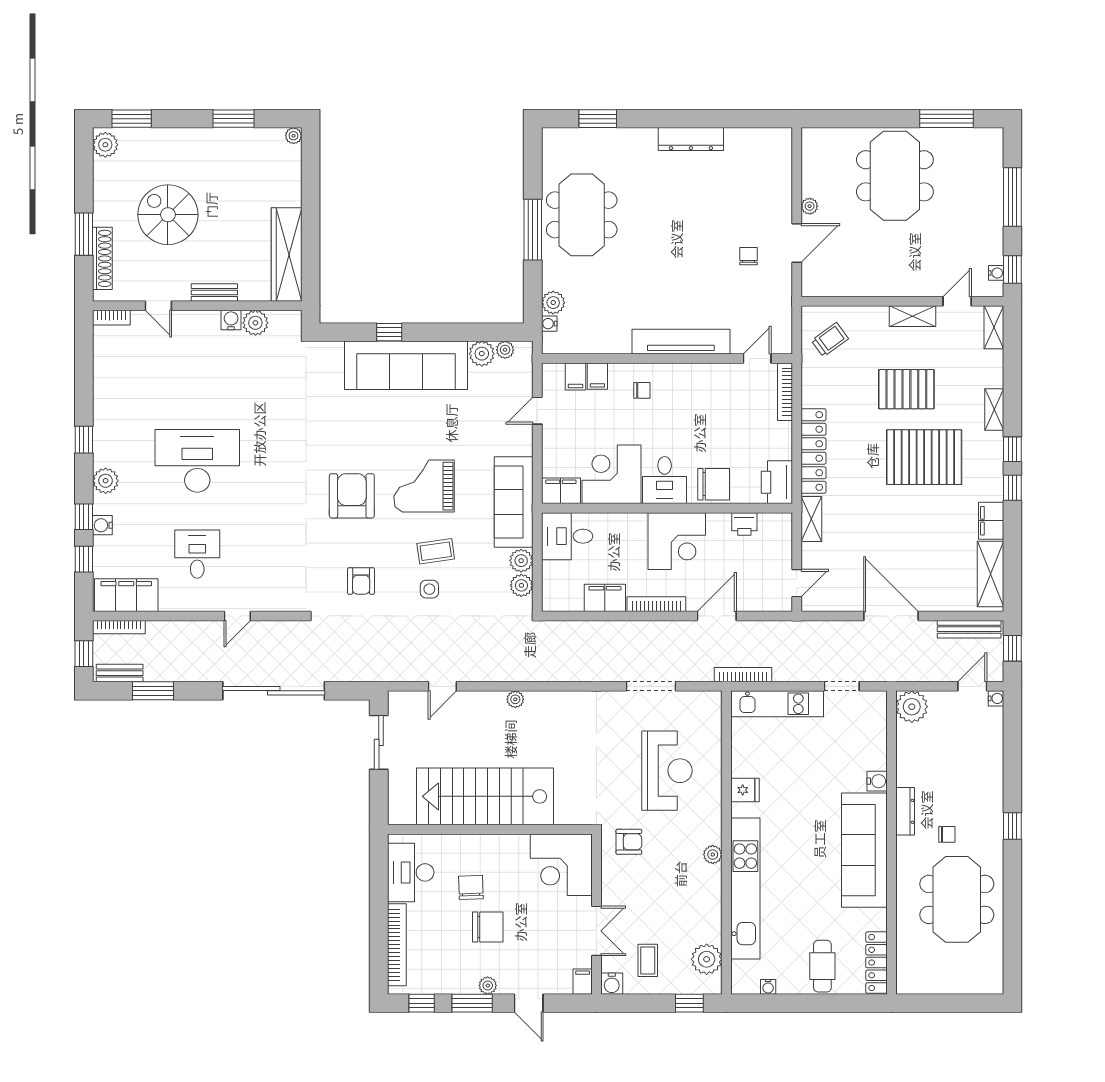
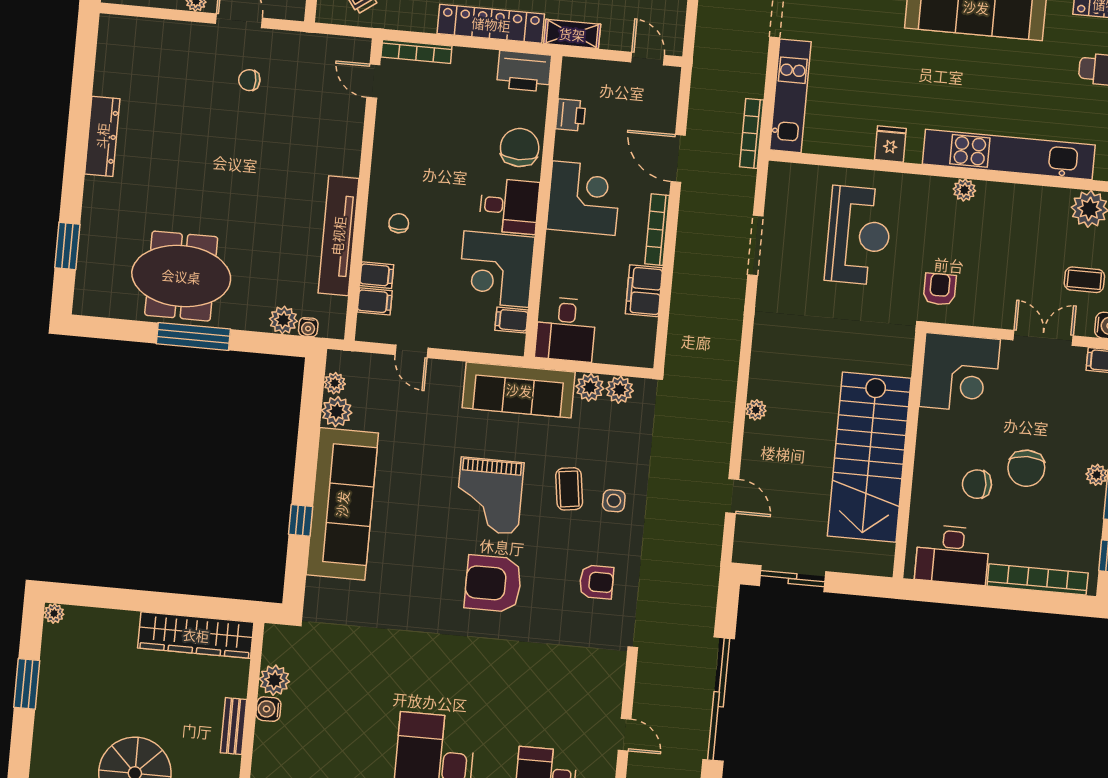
tv unit: (681, 342) -> (338, 236), moved
filing cabinet: (561, 491) -> (511, 320), width x0.50
reception desk: (667, 771) -> (859, 235), turned 90
chair: (488, 927) -> (1026, 468), turned 180

